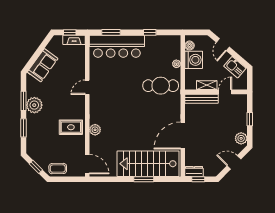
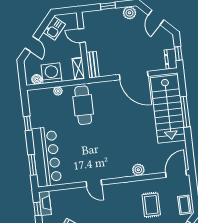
door: (223, 45) -> (32, 44), hinge flipped
shelving: (207, 85) -> (78, 69), moved
bench: (202, 99) -> (93, 65), width x0.73
rug: (71, 127) -> (151, 205), moved
window: (144, 179) -> (185, 112), width x1.44

